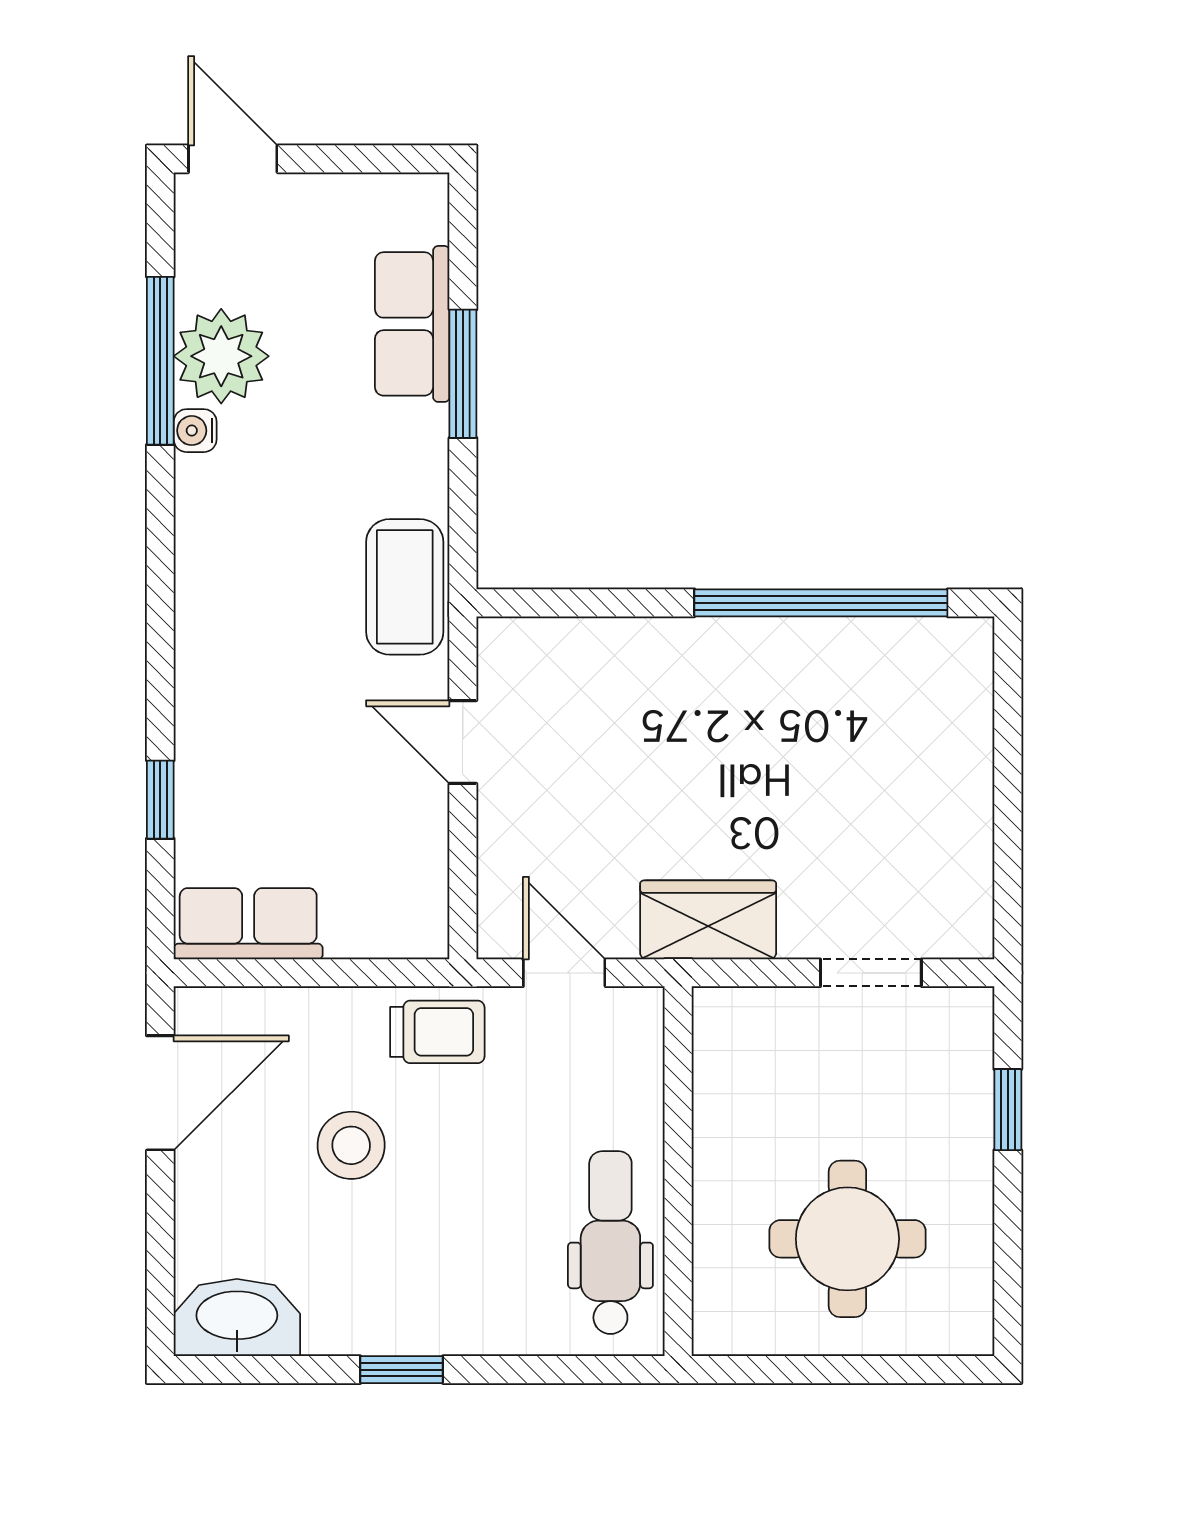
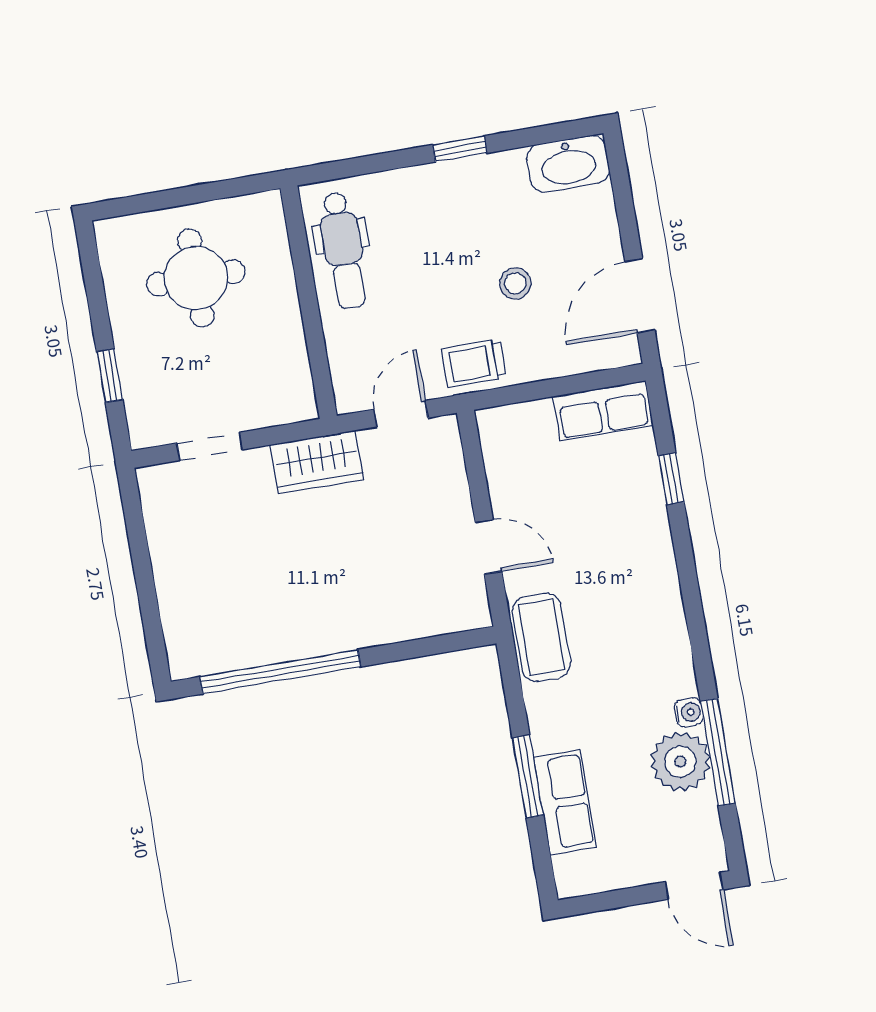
door: (564, 973) -> (401, 414), swing flipped
stool: (351, 1145) -> (515, 283), width x0.73, depth x0.73

